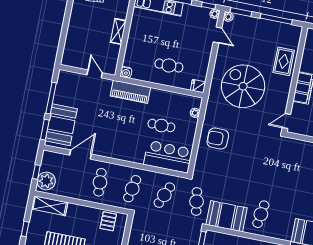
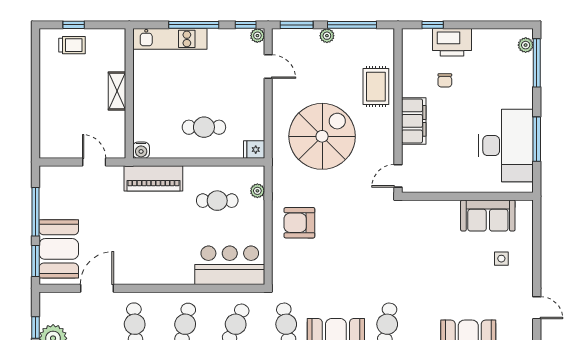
plant: (228, 17) -> (327, 36), moved
spiral stairs: (243, 86) -> (322, 136), turned 90
cafe table: (161, 125) -> (217, 201), moved

